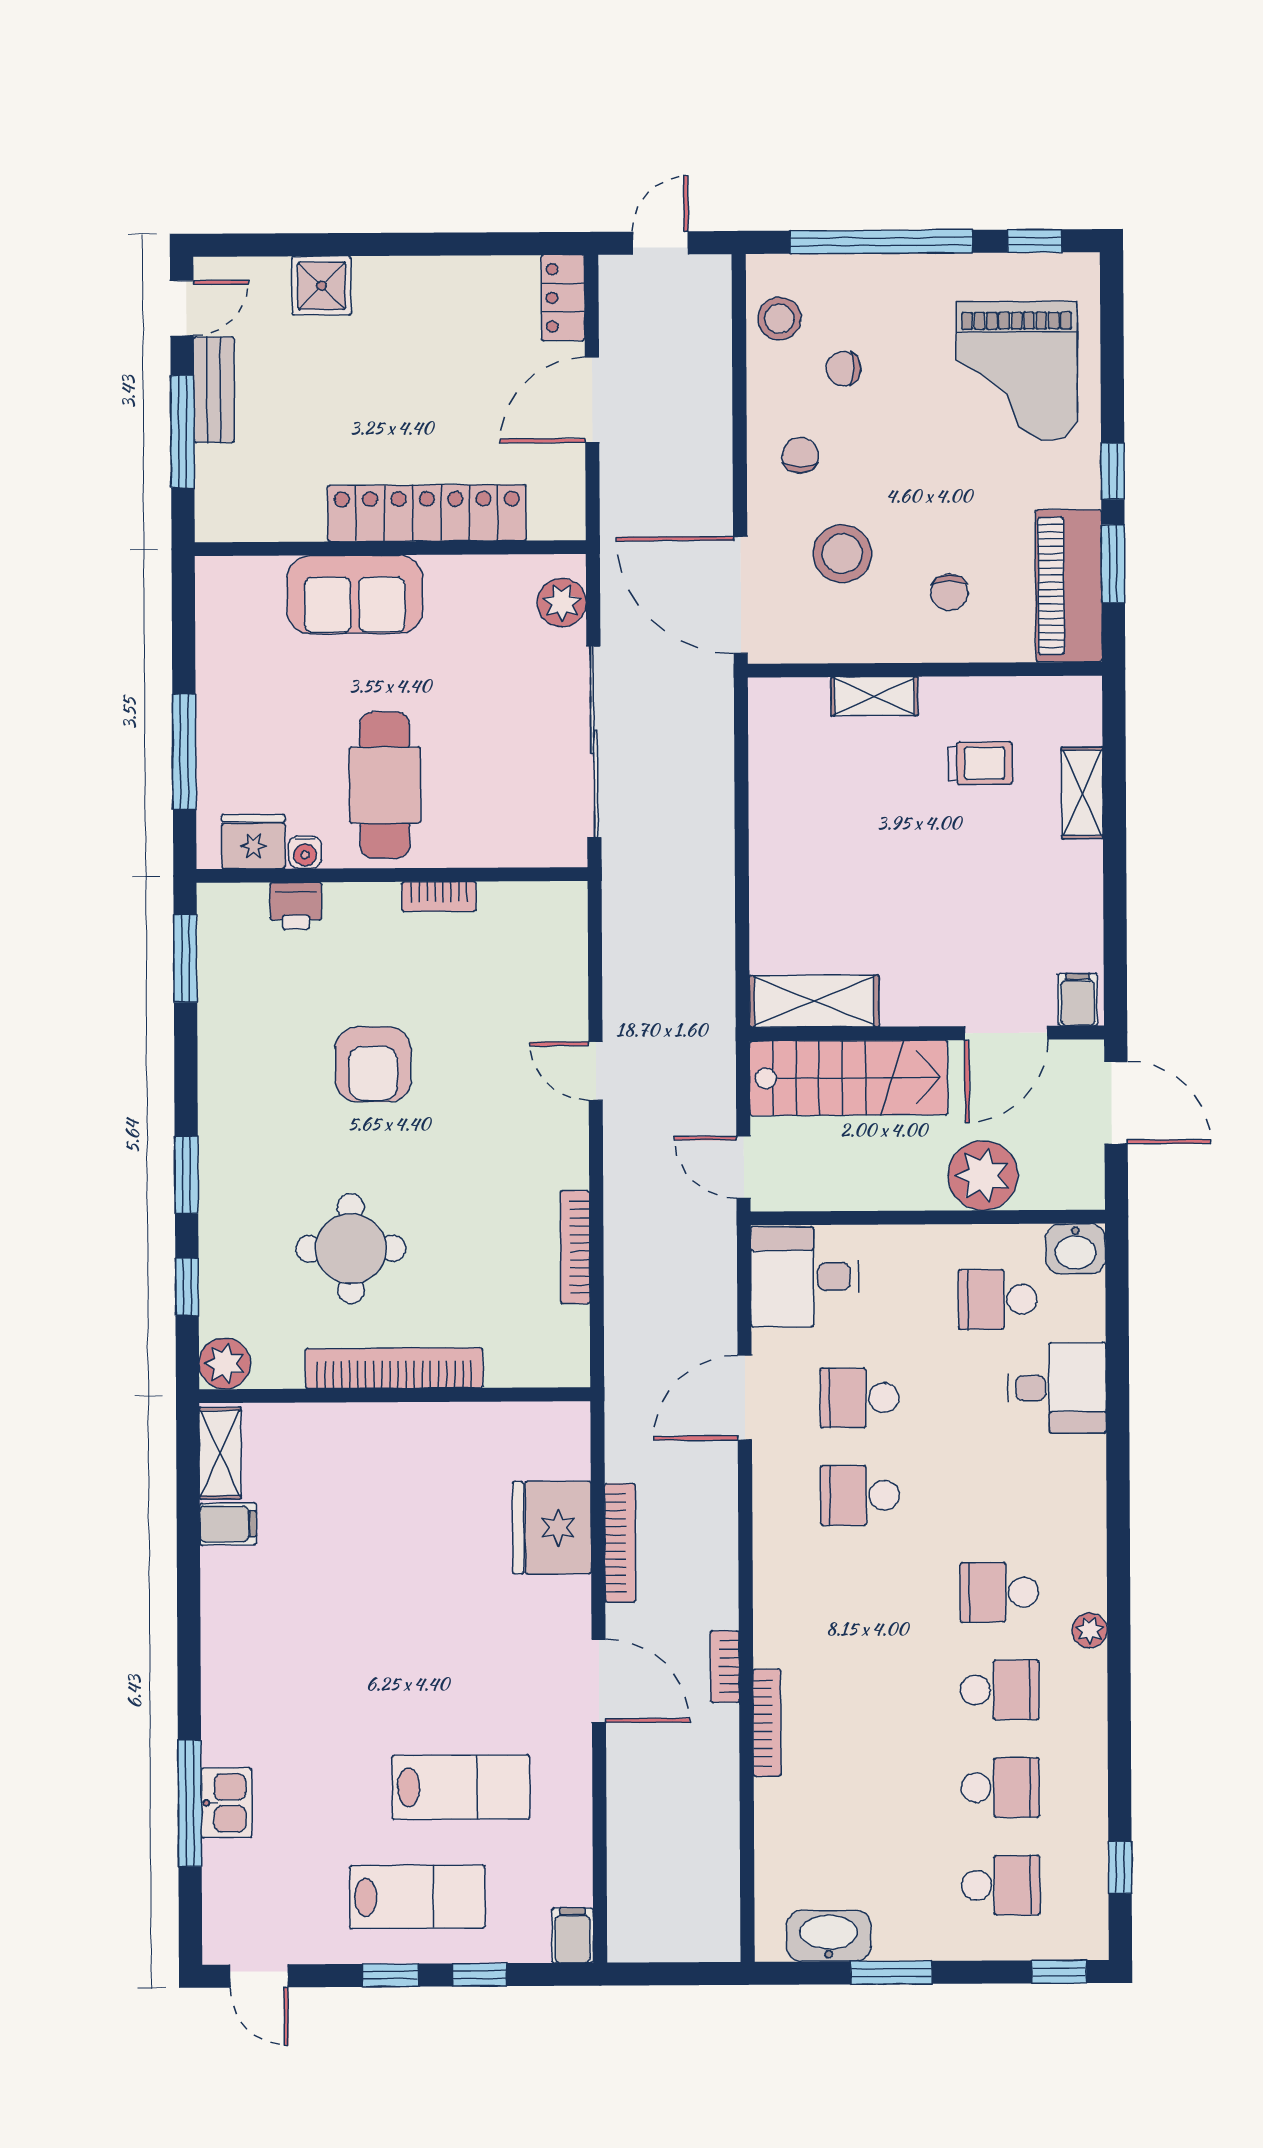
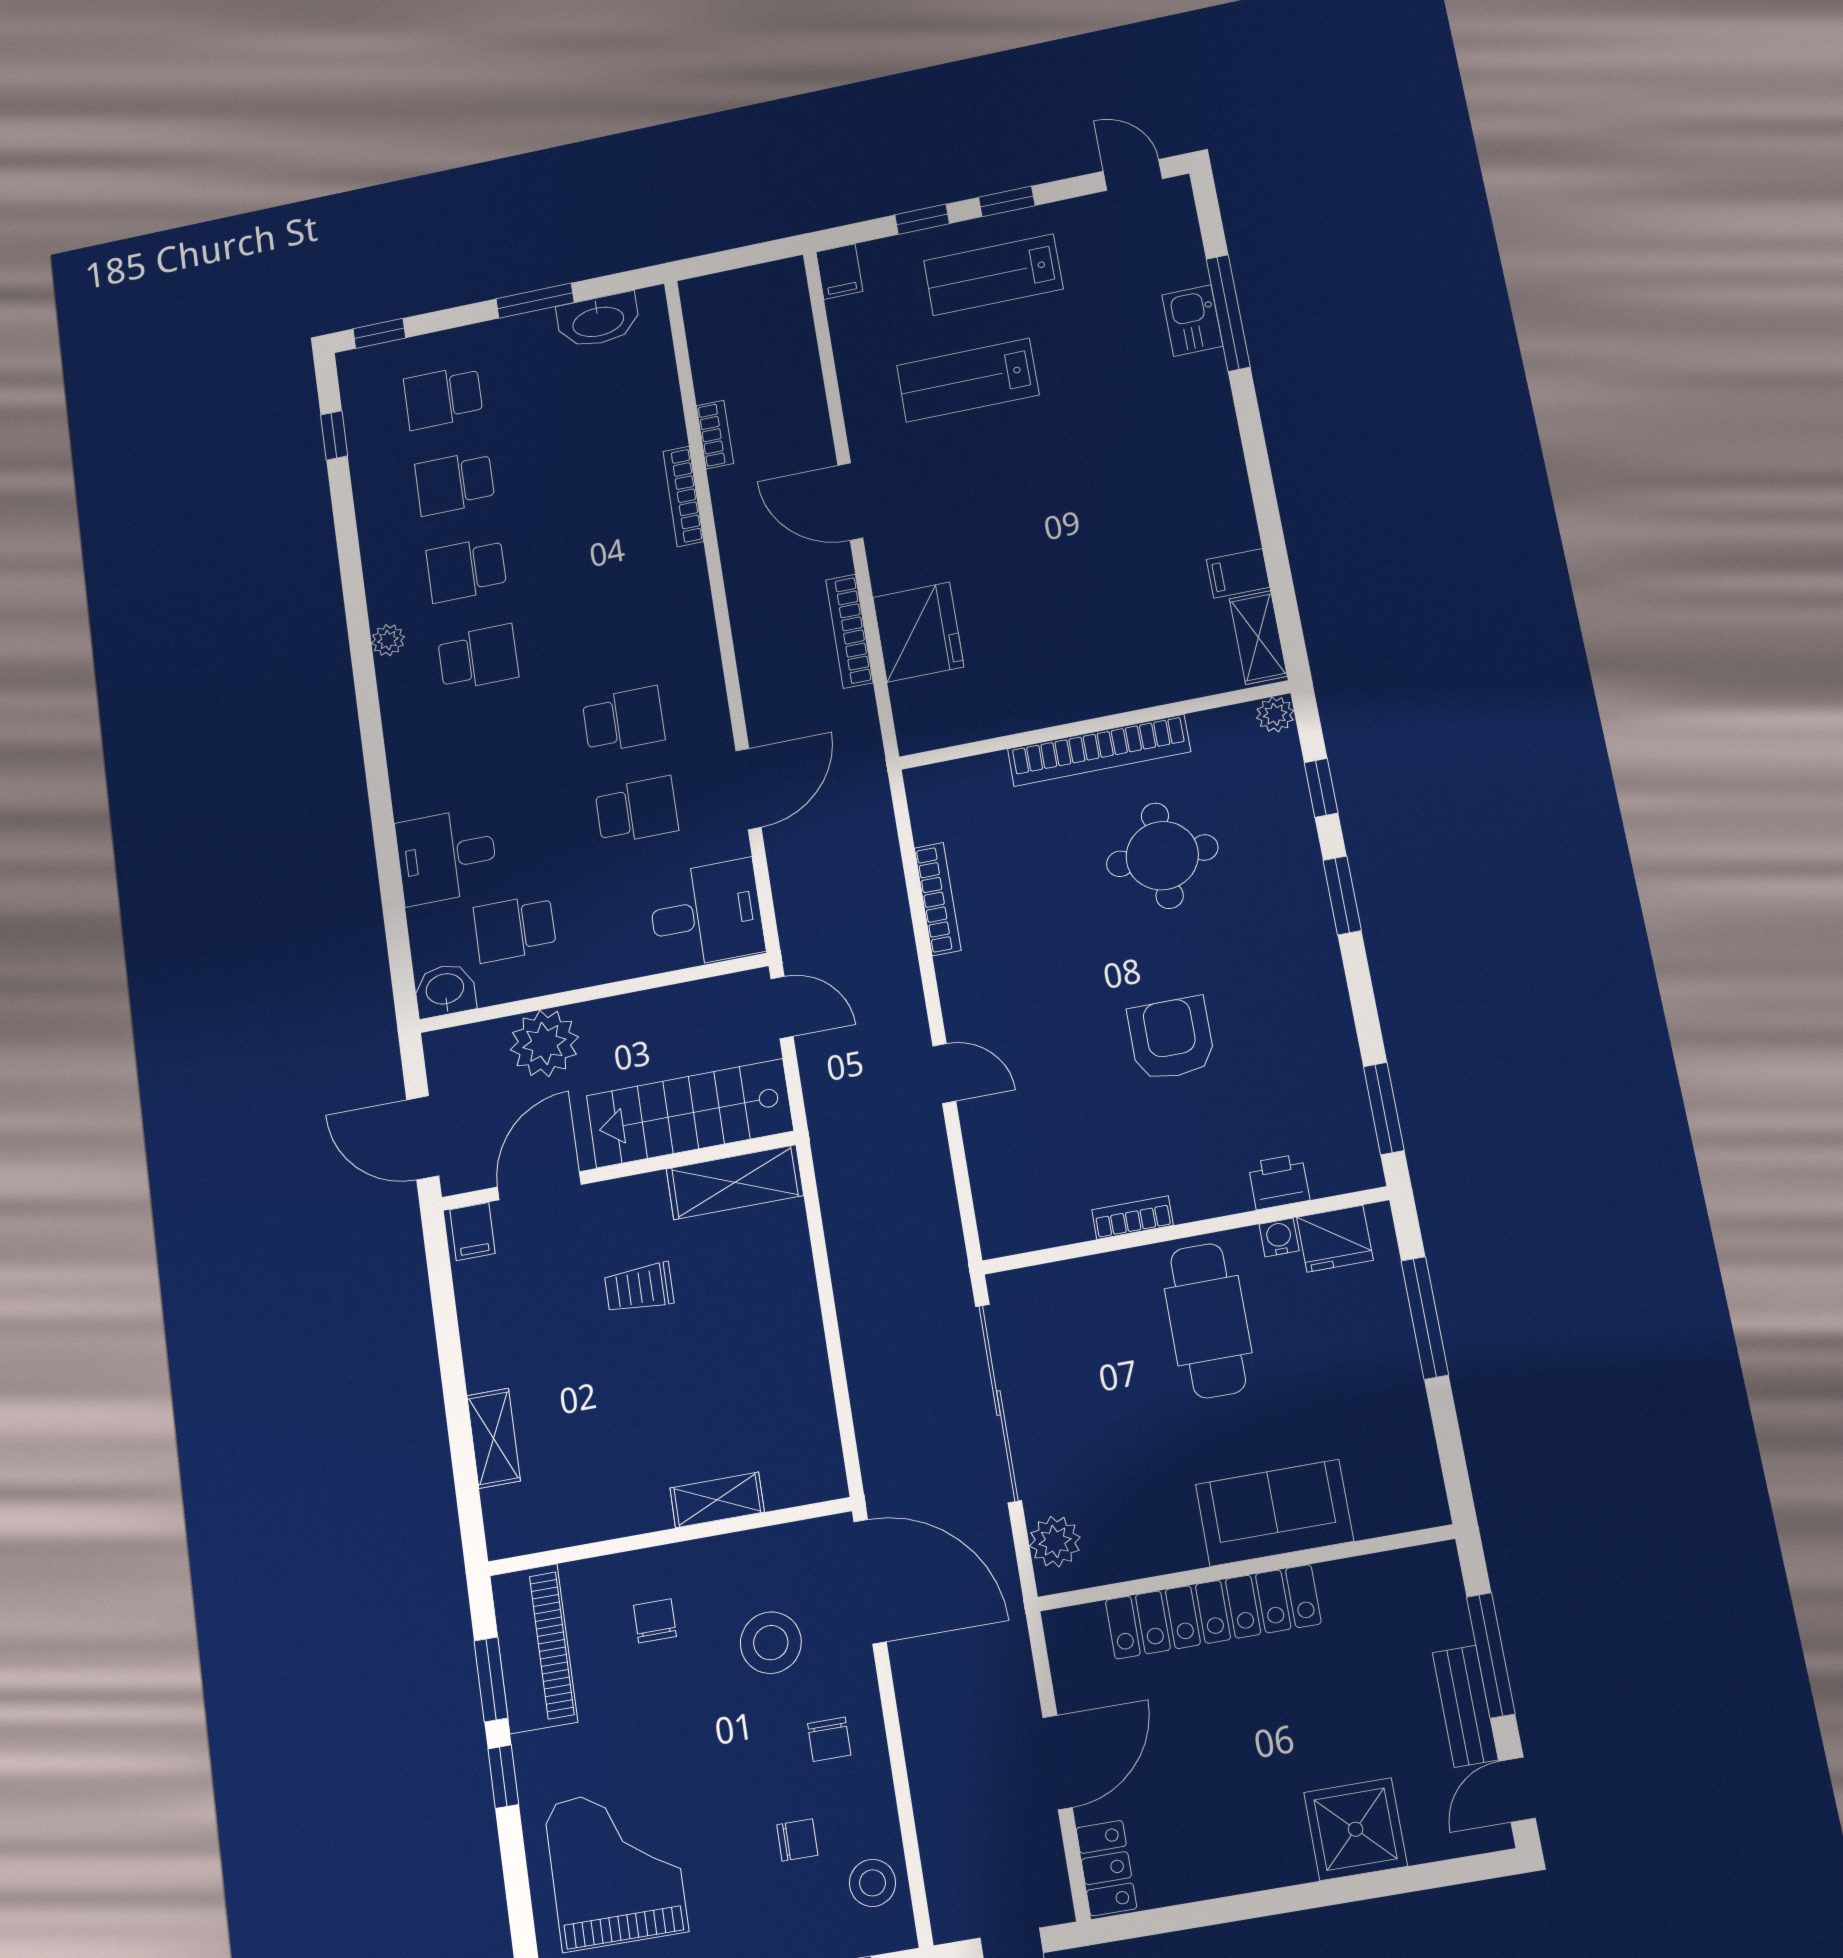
shower: (322, 286) -> (1356, 1829), width x1.36, depth x1.36
trolley: (980, 763) -> (639, 1288), moved
school desk: (998, 1299) -> (515, 928), turned 180
plant: (225, 1363) -> (1275, 714), width x0.73, depth x0.73
bookcase: (725, 1667) -> (715, 435), moved

